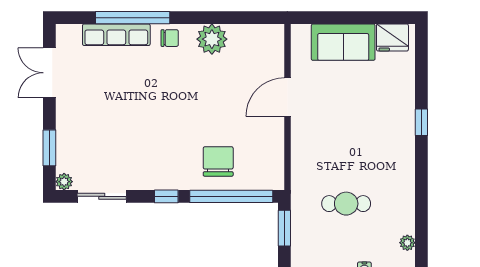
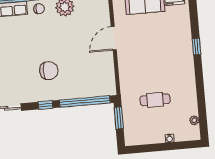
chair: (218, 161) -> (49, 71), moved, turned 90

